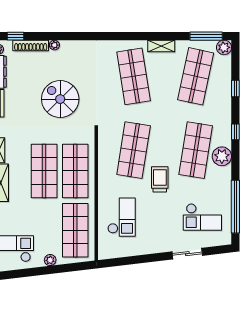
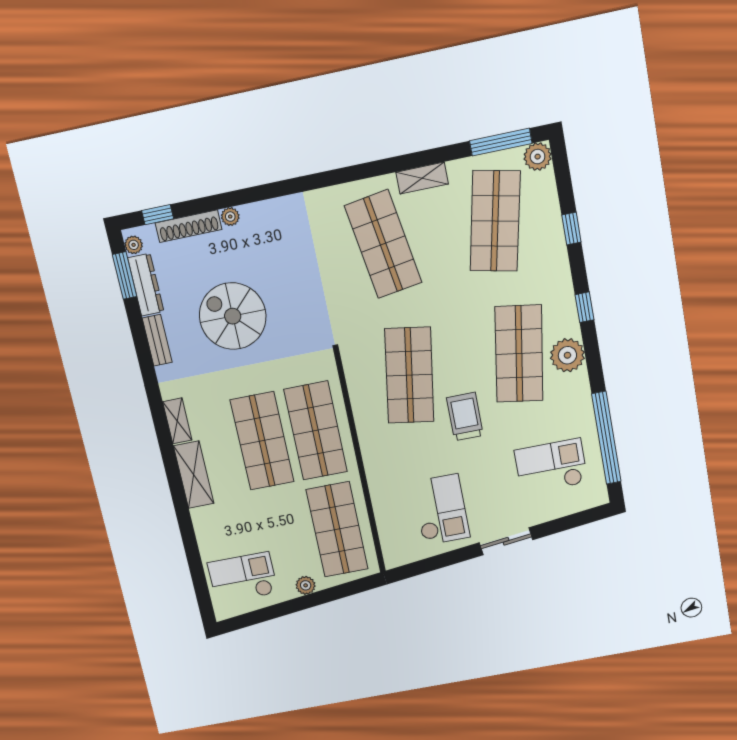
spiral stairs: (60, 99) -> (233, 316), moved
checkout: (122, 217) -> (441, 510), moved
checkout: (202, 217) -> (551, 466), turned 180
sliding door: (187, 254) -> (506, 541), moved

